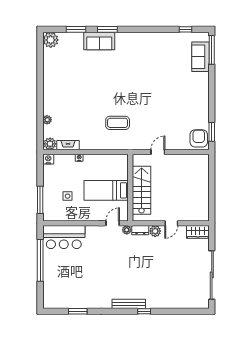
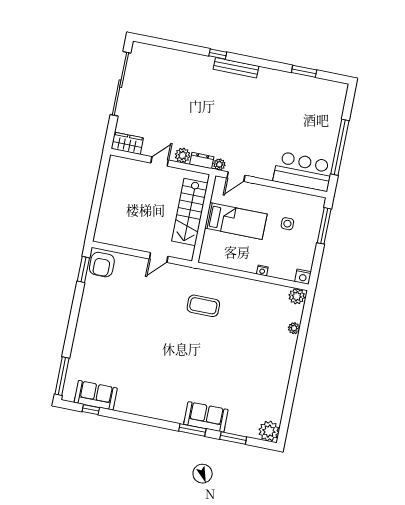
sofa: (200, 57) -> (96, 395), moved, turned -90
fireplace: (68, 145) -> (274, 290), removed

